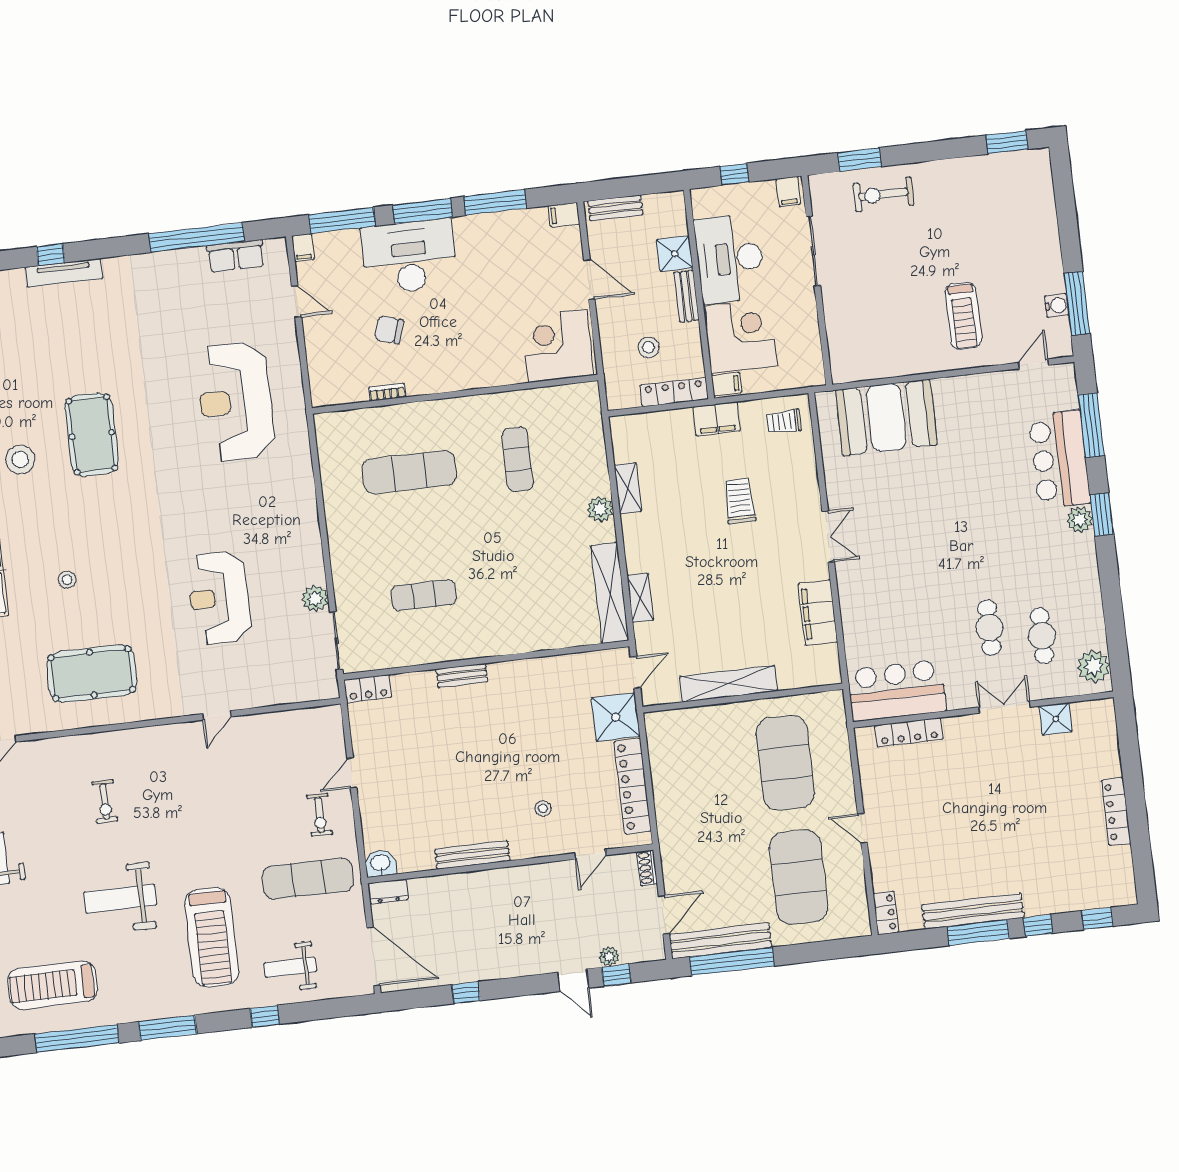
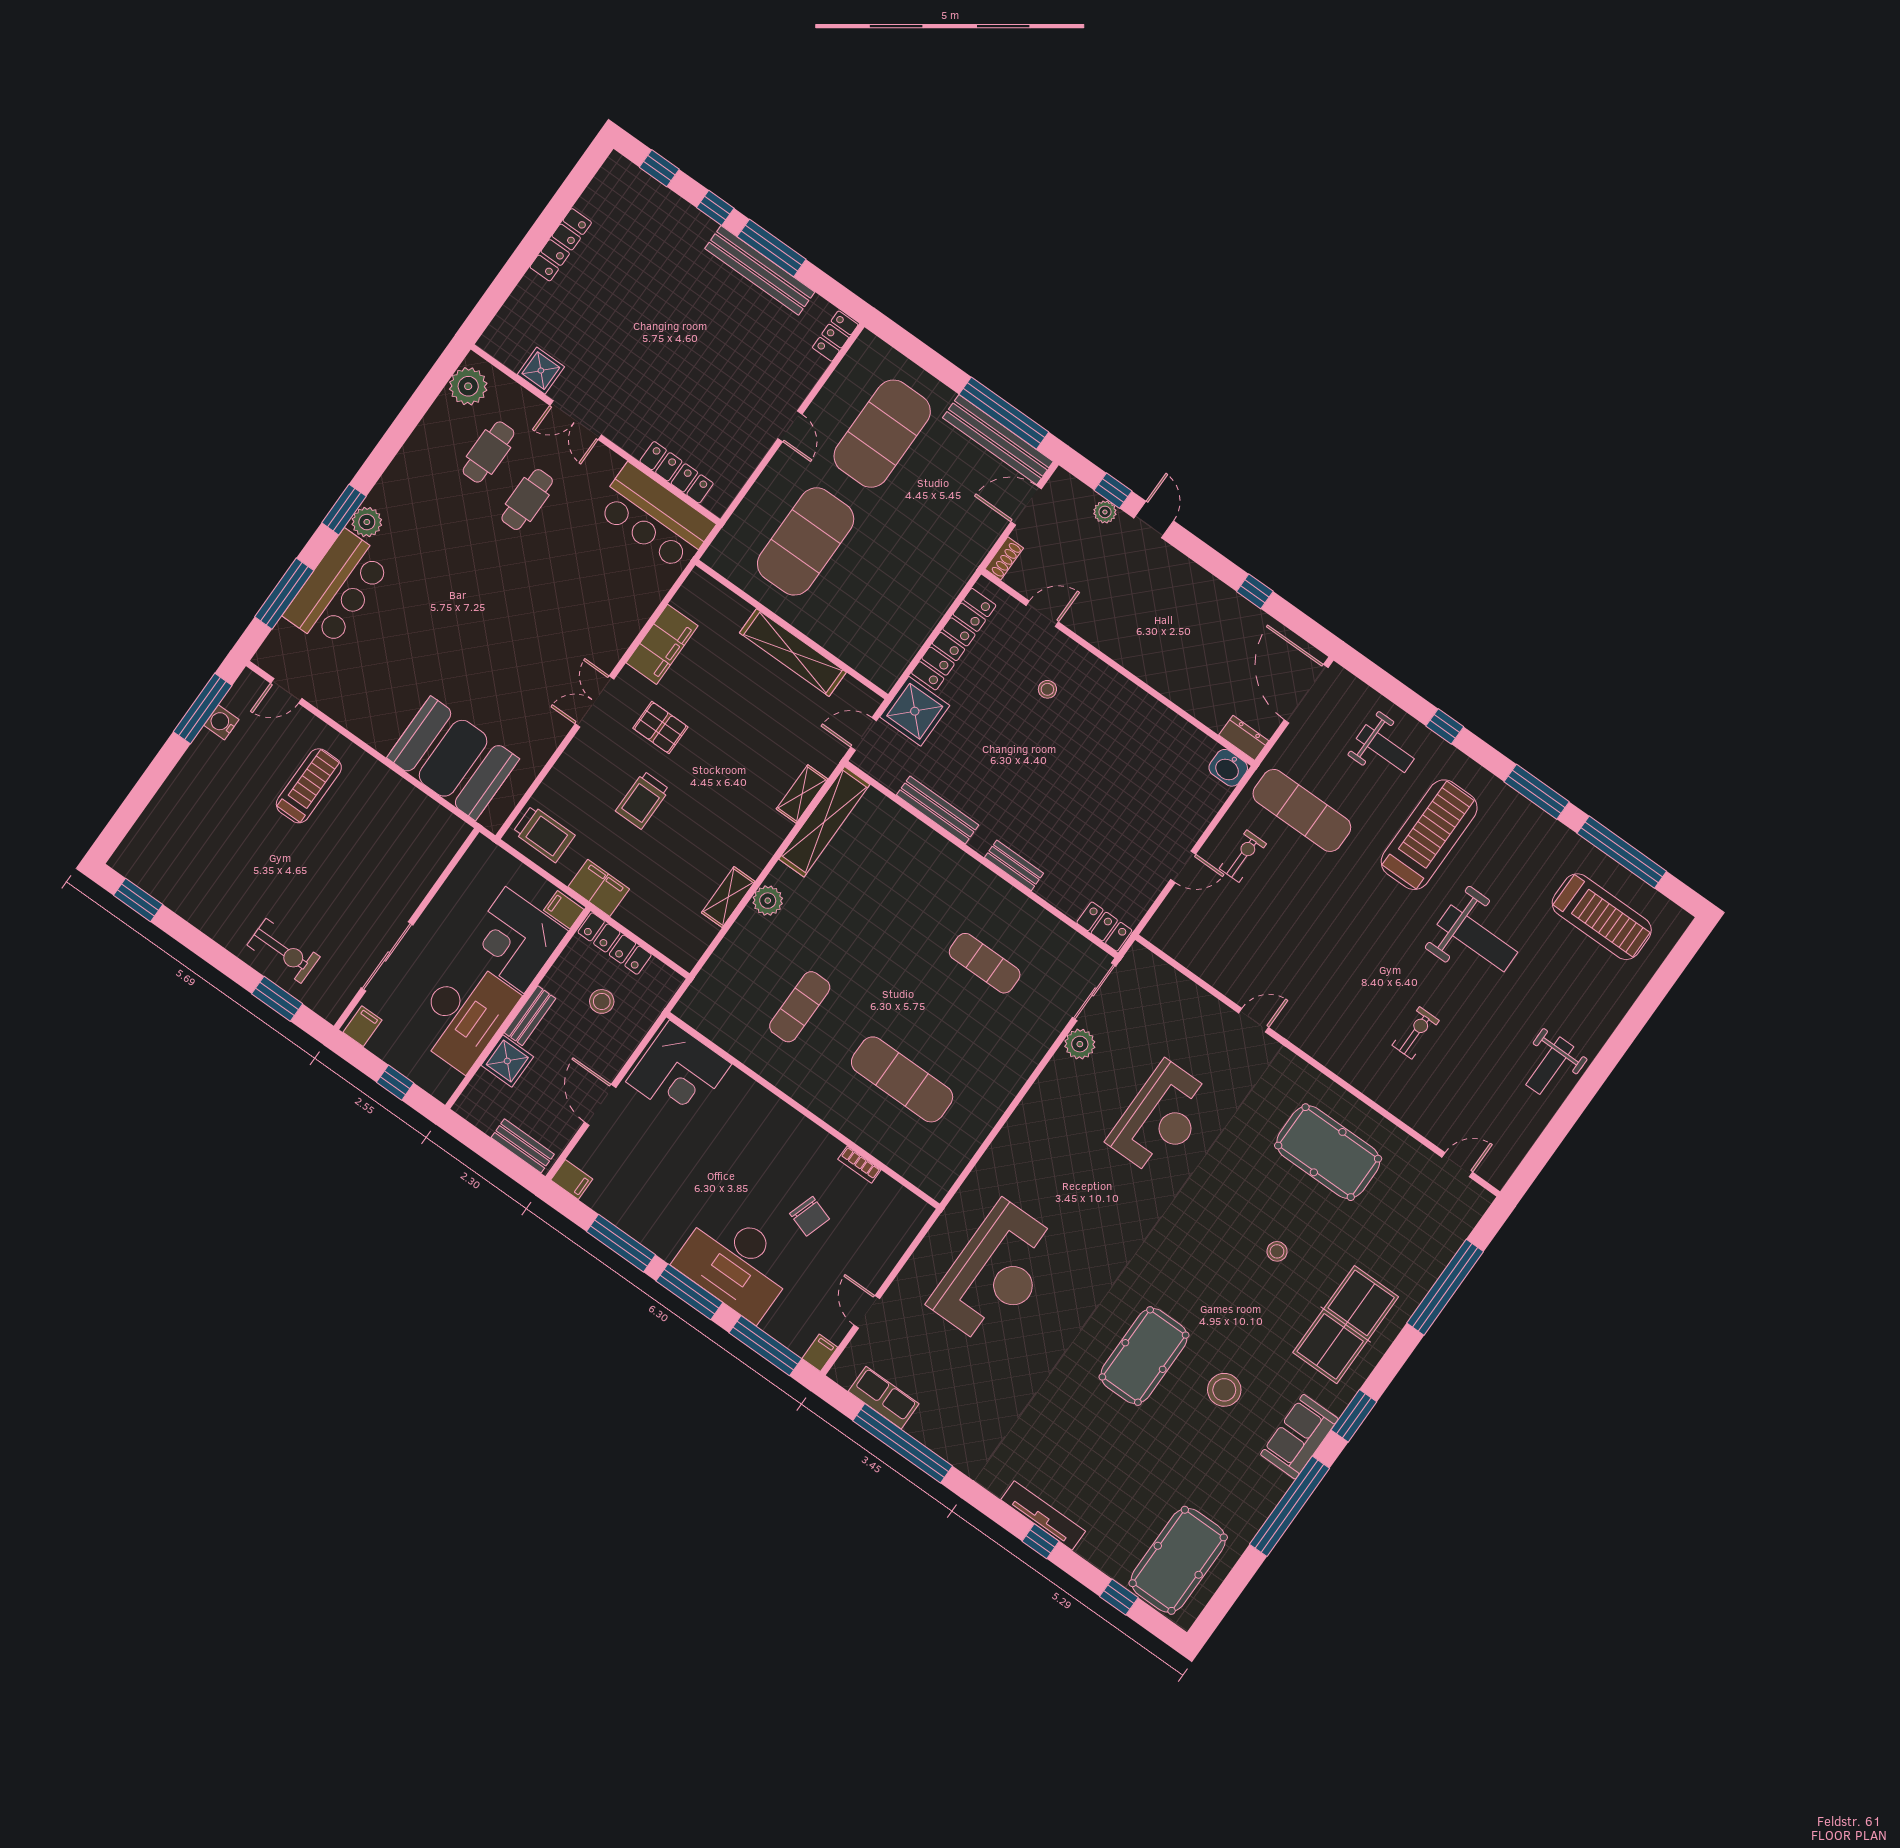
trolley: (784, 422) -> (544, 834), width x1.36, depth x1.39
pallet: (770, 558) -> (660, 728), added
bench: (472, 855) -> (938, 810), moved

